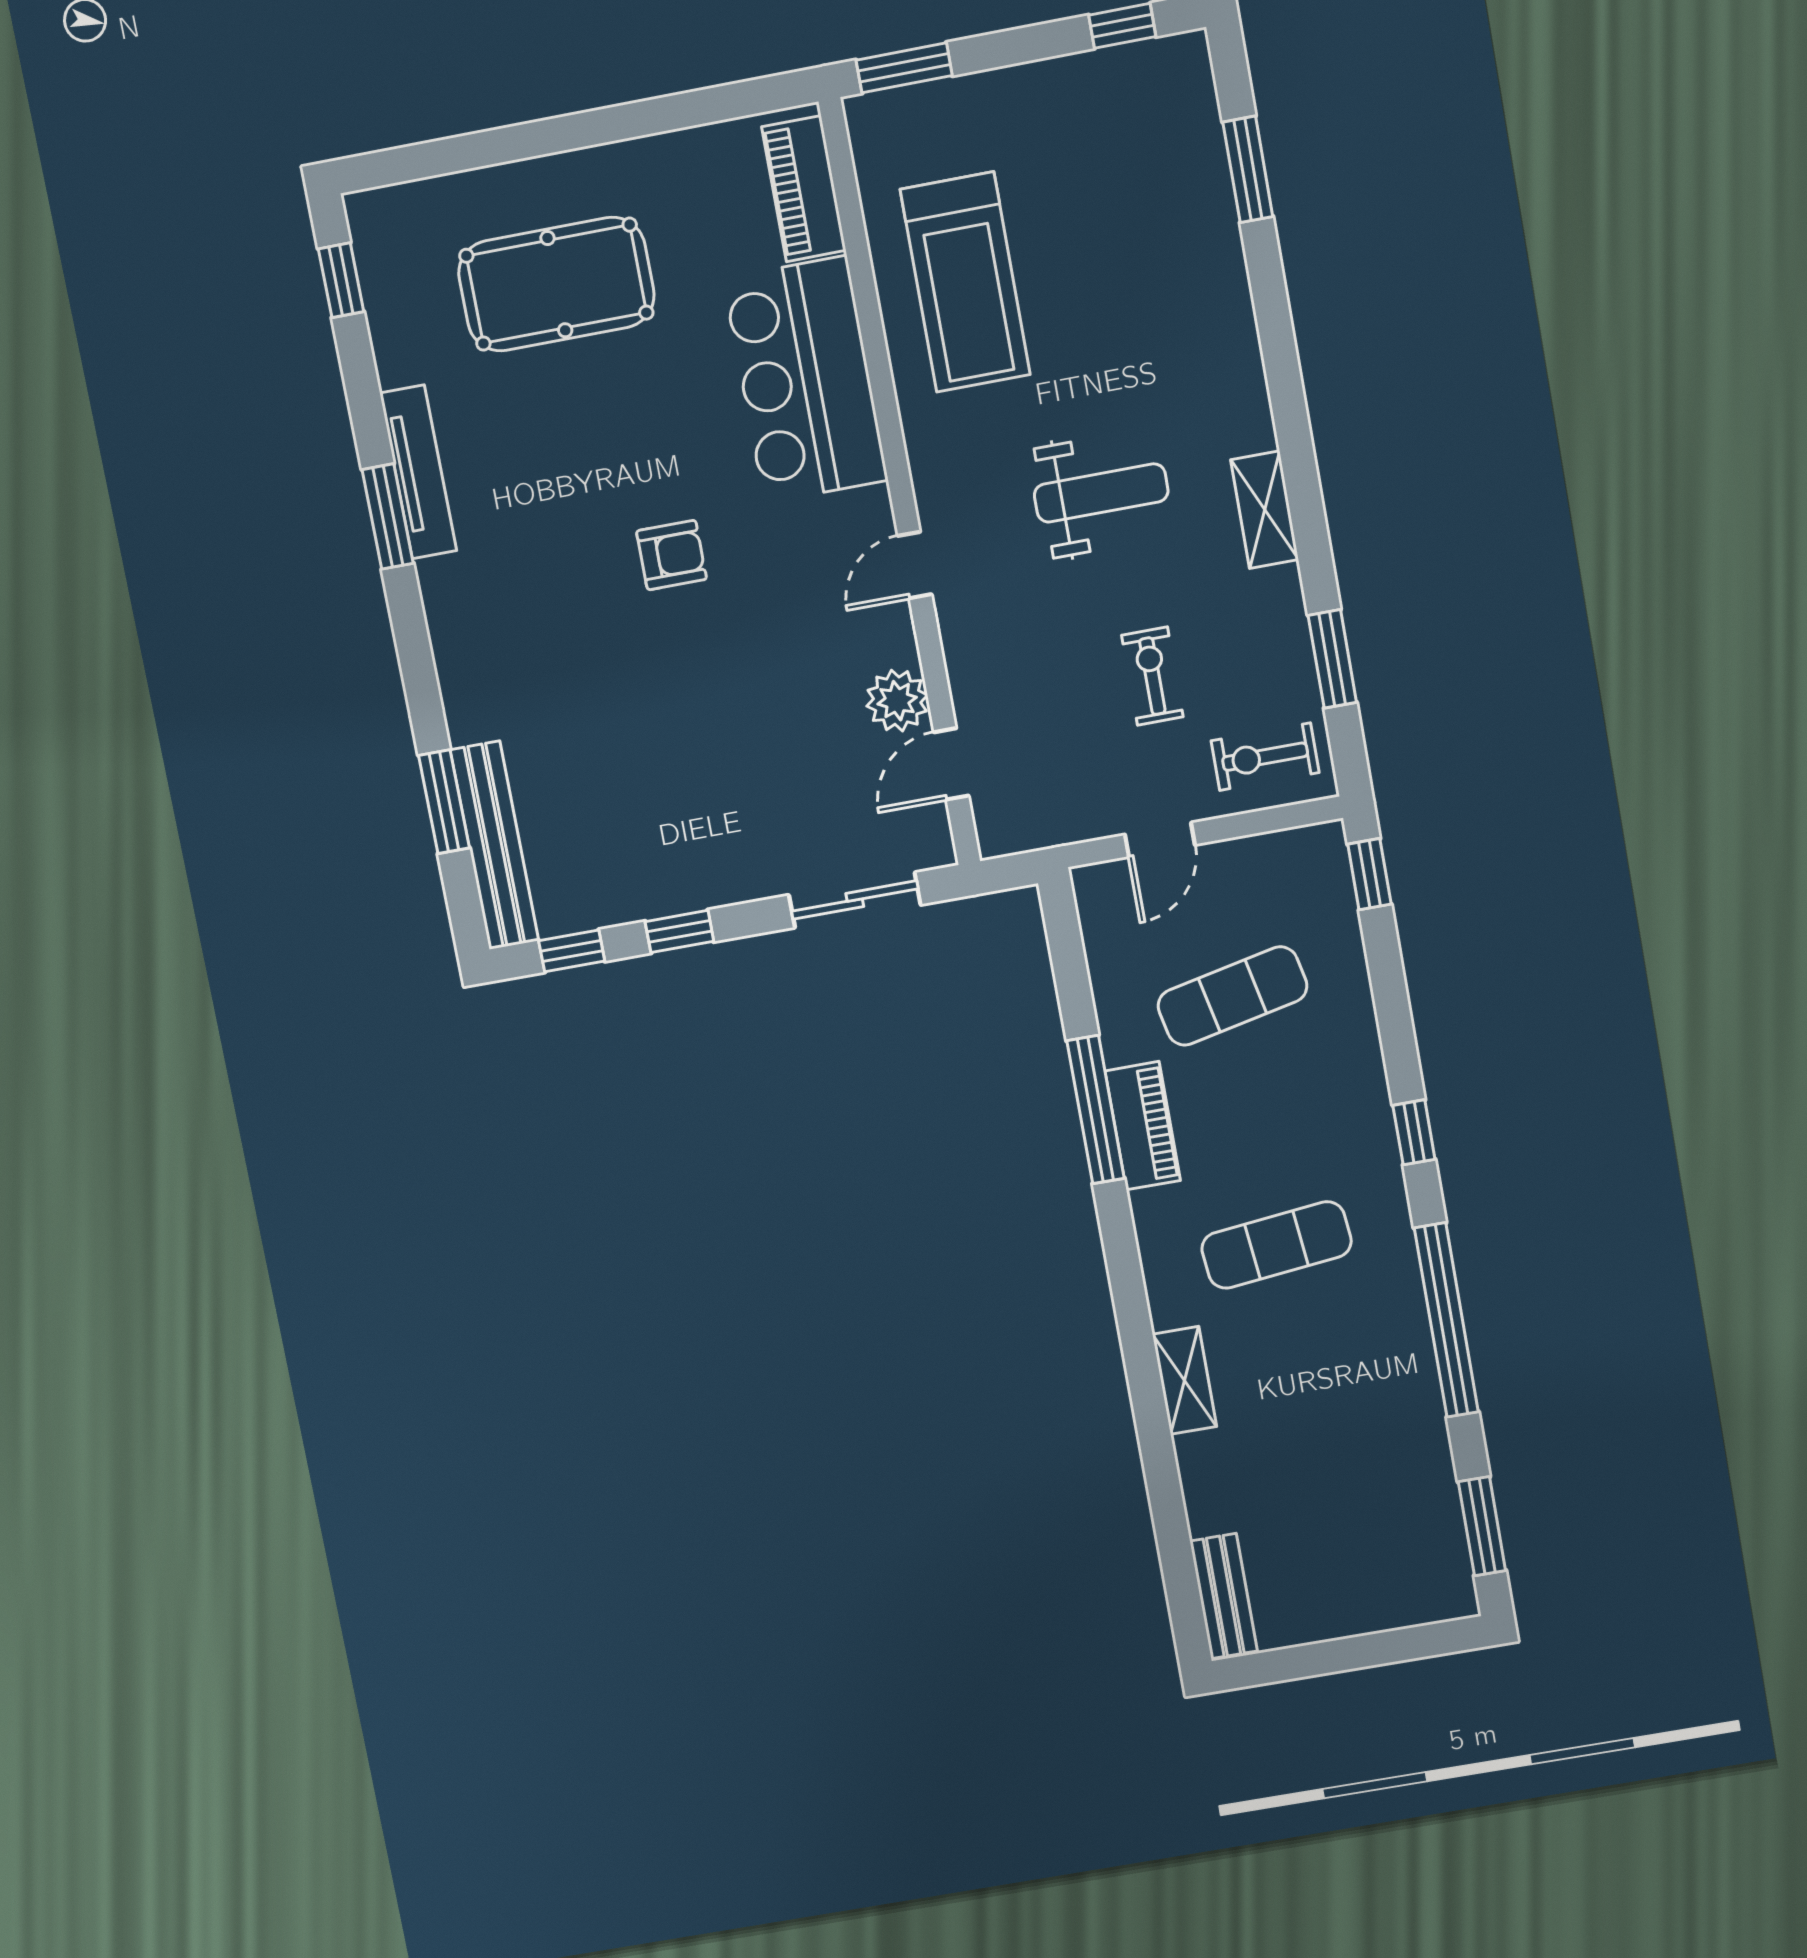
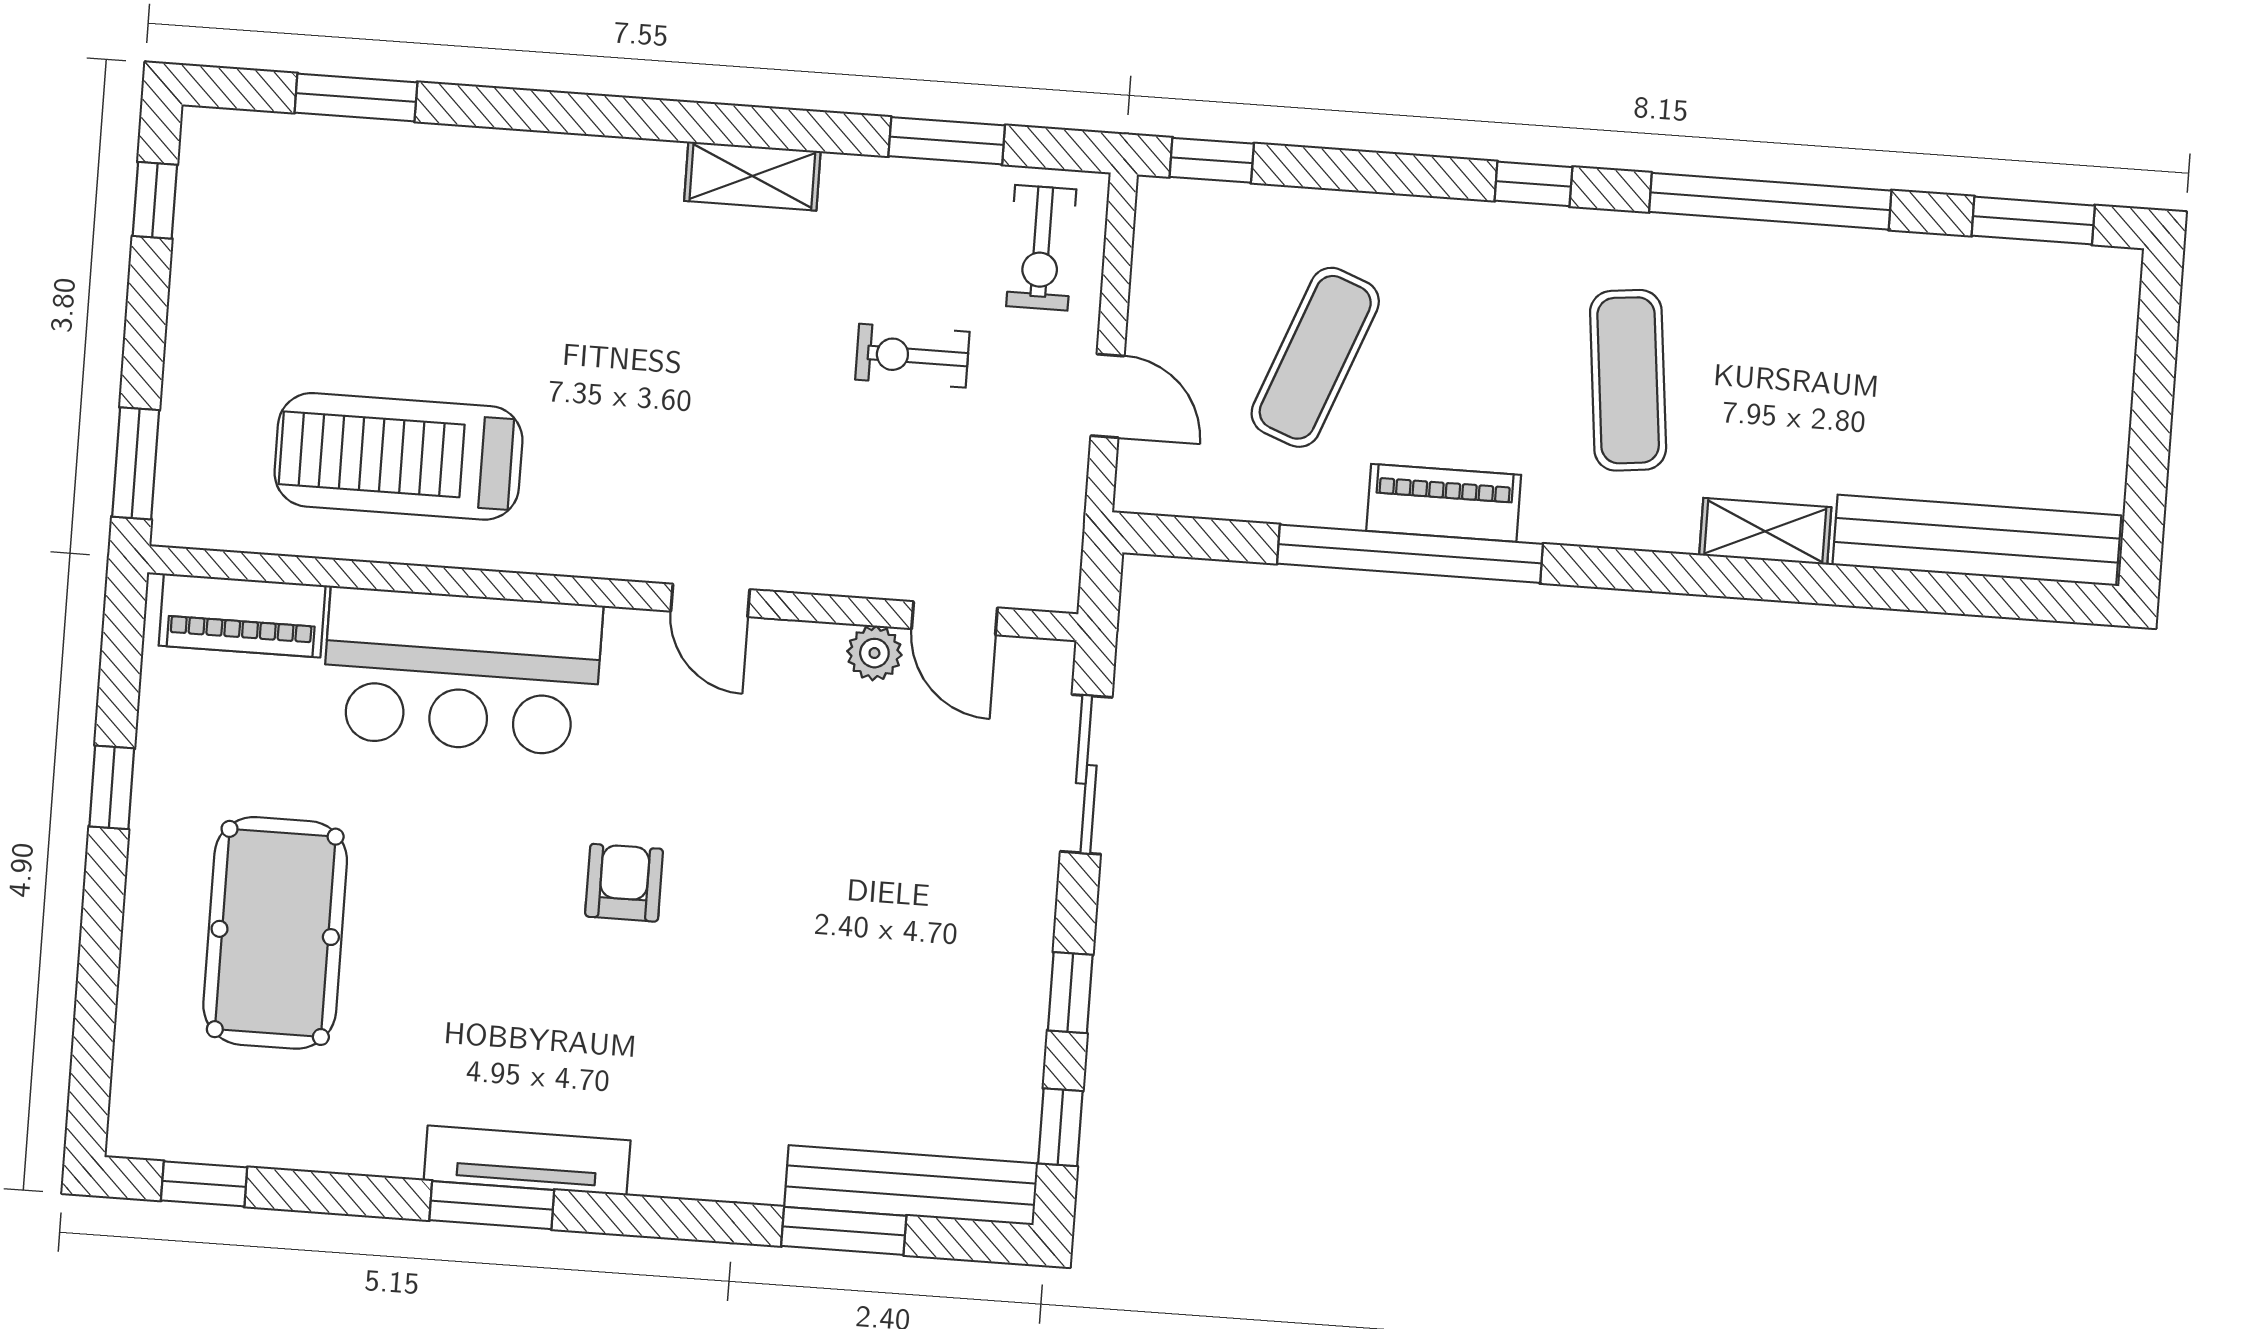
window: (637, 119) -> (112, 787), added
treadmill: (965, 282) -> (398, 456), turned 180
tv unit: (418, 472) -> (527, 1160), moved
weight bench: (1101, 493) -> (683, 361), removed
plant: (897, 701) -> (874, 653), width x0.73, depth x0.73
exercise mat: (1232, 996) -> (1315, 357), turned 33
window: (1096, 1110) -> (1410, 554), width x1.46
bench: (1224, 1596) -> (1977, 540), width x1.86, depth x1.21

